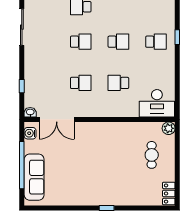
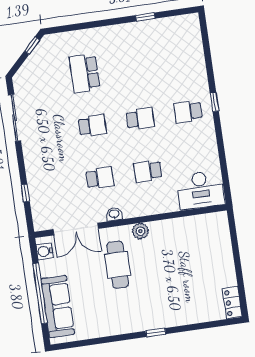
school desk: (156, 42) -> (188, 112), turned 180
washbasin: (30, 112) -> (114, 214), moved
plant: (169, 128) -> (140, 231), moved
cafe table: (152, 155) -> (118, 265), moved, width x1.37, depth x1.35

